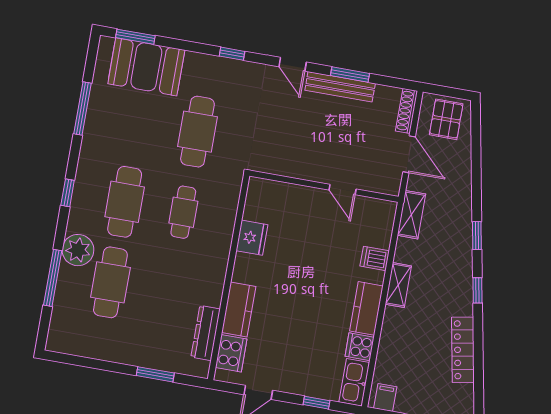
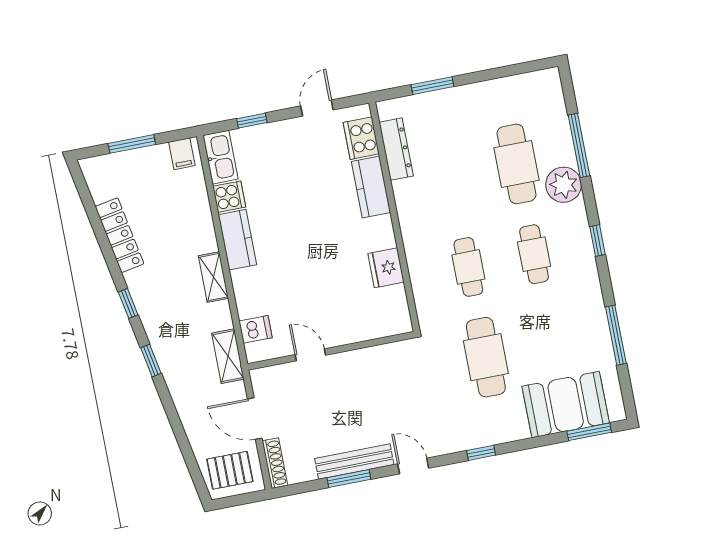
pallet: (446, 119) -> (230, 470), turned 90
cafe table: (125, 202) -> (534, 254), width x0.73, depth x0.74
dishwasher: (375, 258) -> (255, 329), moved

